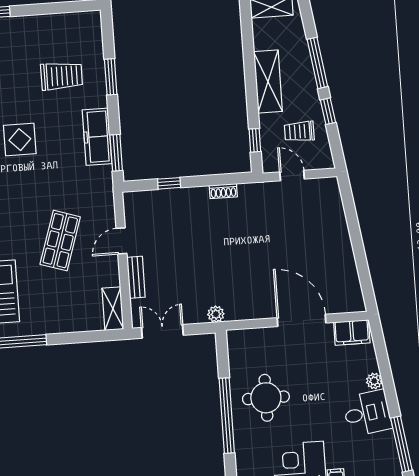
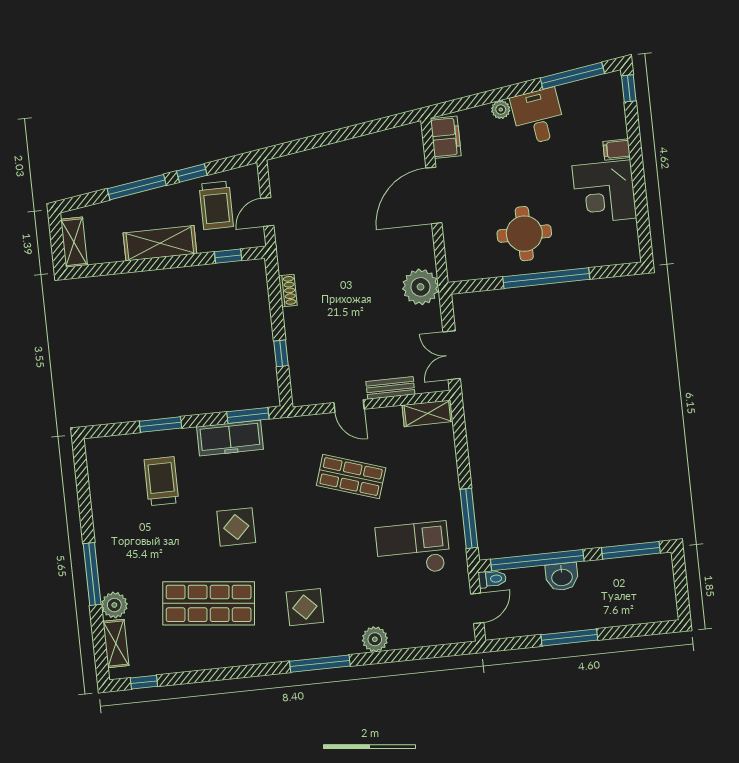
trolley: (299, 131) -> (216, 205), width x1.36, depth x1.39
plant: (216, 314) -> (421, 287), width x1.88, depth x1.88

